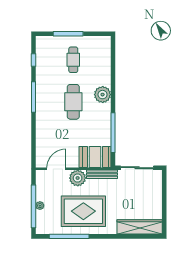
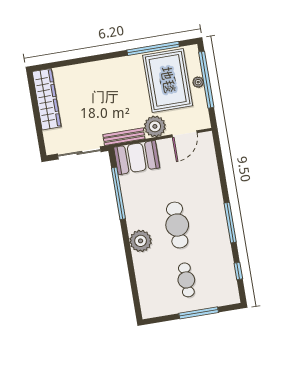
rug: (83, 211) -> (168, 80), moved, turned 90
wardrobe: (140, 227) -> (47, 99), moved, turned -90

